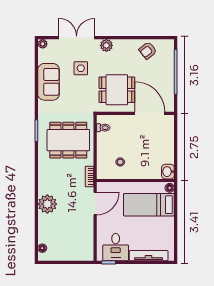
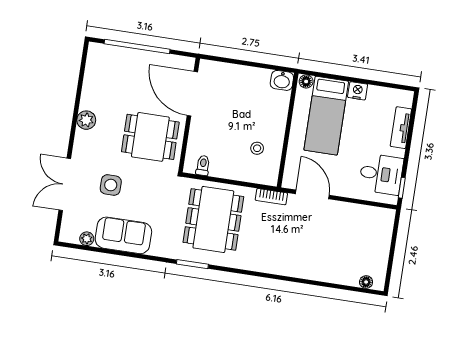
plant: (43, 44) -> (87, 239), moved
plant: (106, 45) -> (86, 120), moved
armchair: (148, 50) -> (100, 83), removed
dining table: (117, 90) -> (150, 137), turned 90
door: (150, 113) -> (192, 94), hinge flipped
plant: (47, 204) -> (302, 265), removed
nightstand: (169, 223) -> (358, 91), added
tv unit: (149, 256) -> (401, 128), width x0.71

